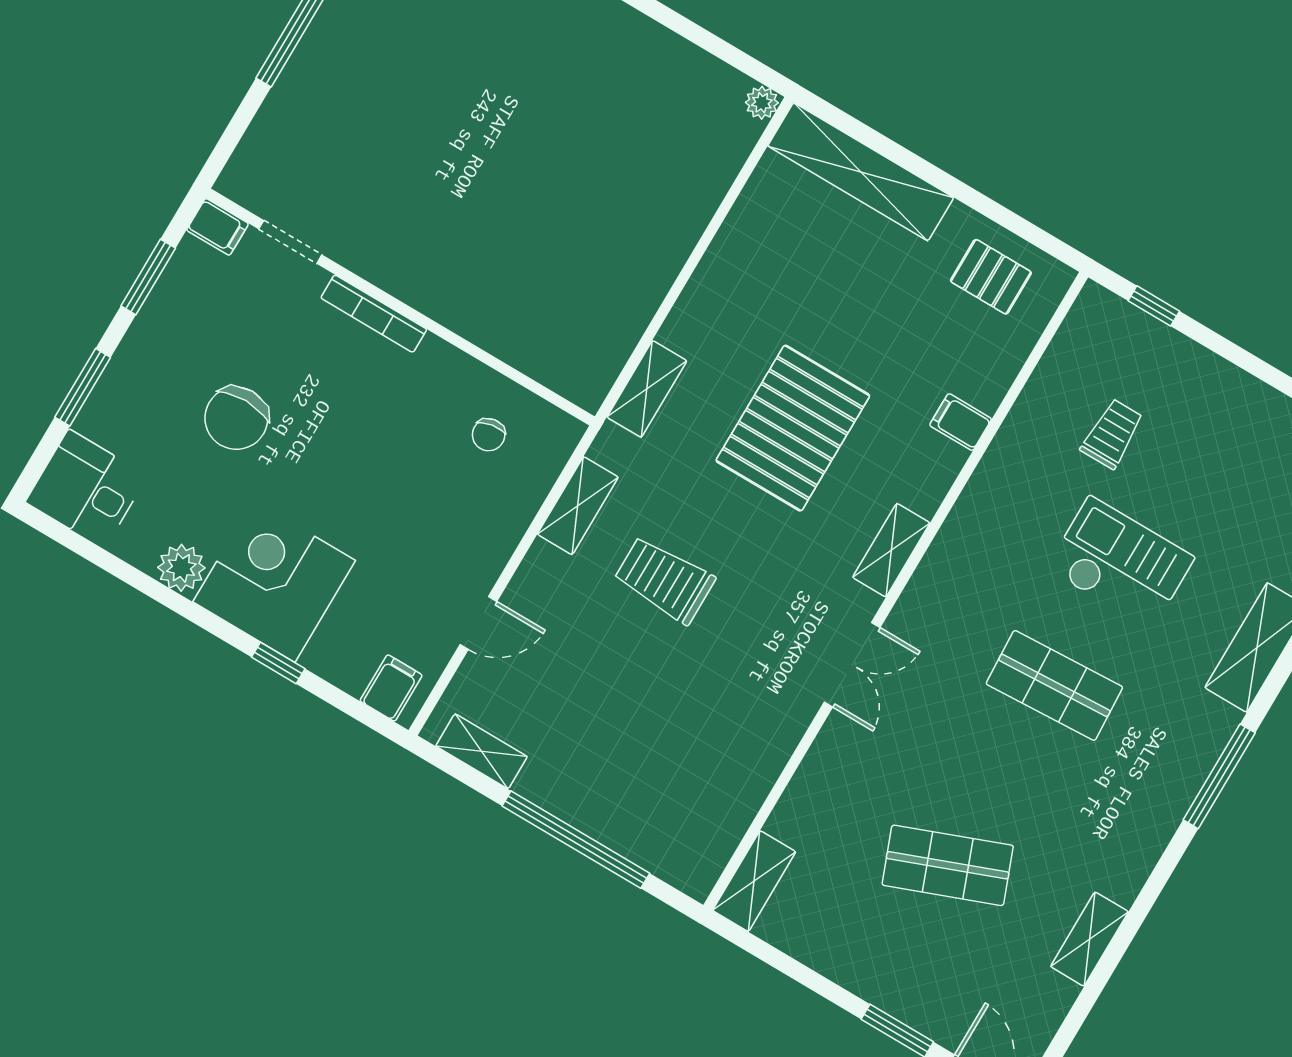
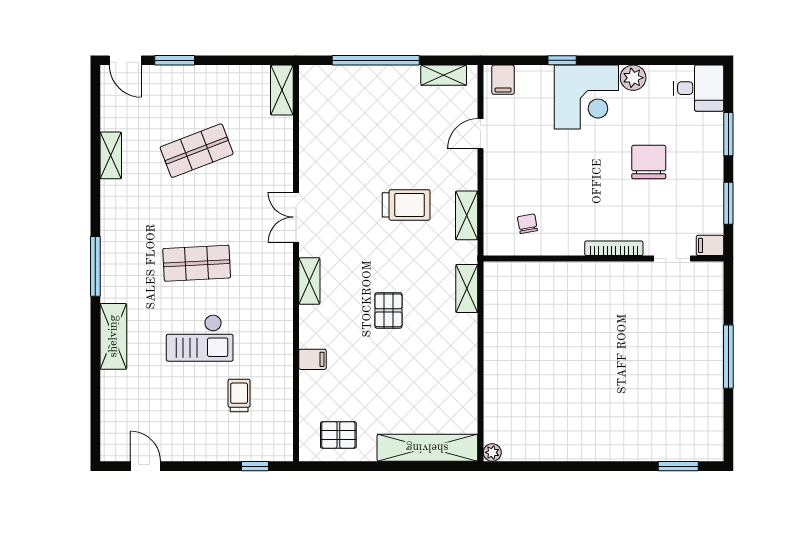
pallet: (793, 428) -> (388, 310), width x0.49, depth x0.50
trolley: (1112, 434) -> (239, 395), turned 180

